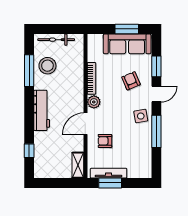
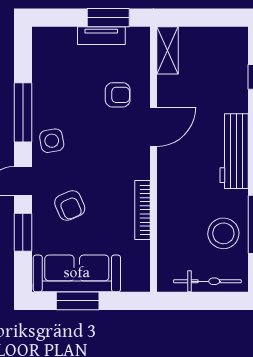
plant: (94, 102) -> (138, 167), removed
tv unit: (109, 173) -> (101, 36), width x0.71

